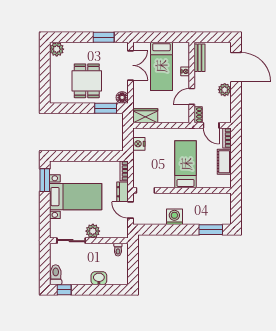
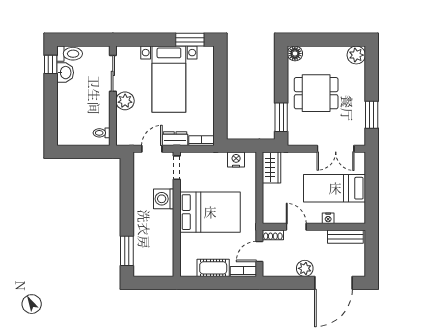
floor lamp: (122, 97) -> (295, 53), moved
bed: (186, 164) -> (210, 212), width x1.50
washing machine: (174, 217) -> (164, 199), moved, turned 180
washbasin: (99, 278) -> (65, 73), moved

